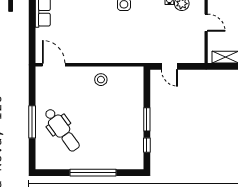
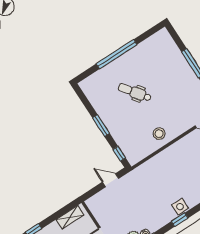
dental chair: (62, 130) -> (135, 92), moved, width x0.73, depth x0.72
window: (147, 145) -> (119, 154), moved

